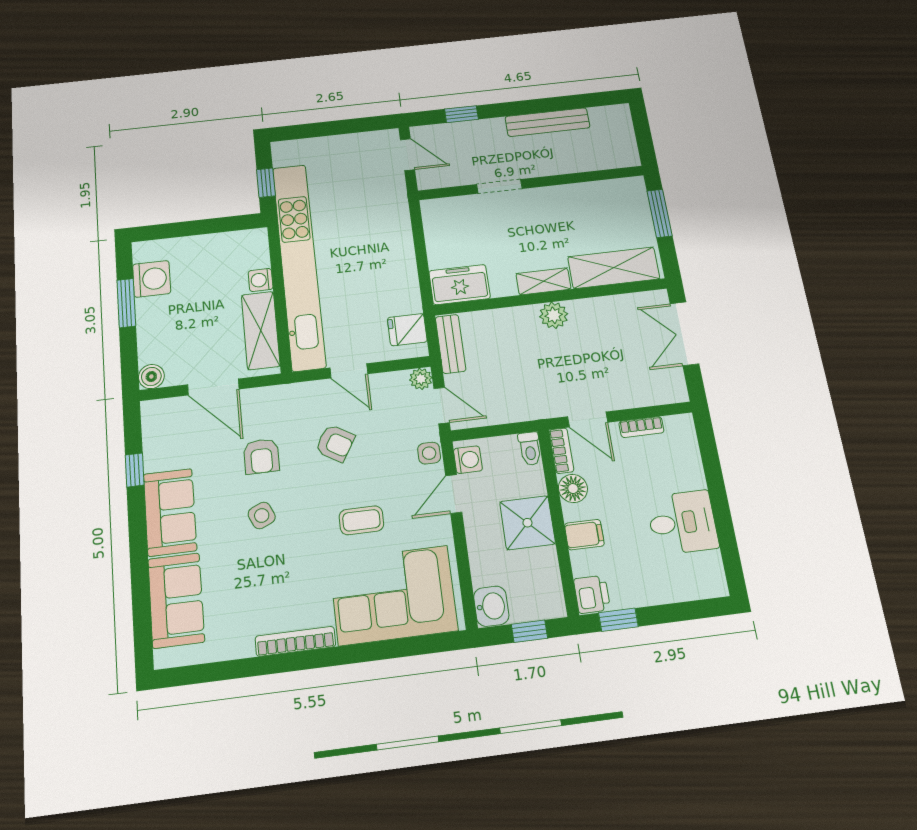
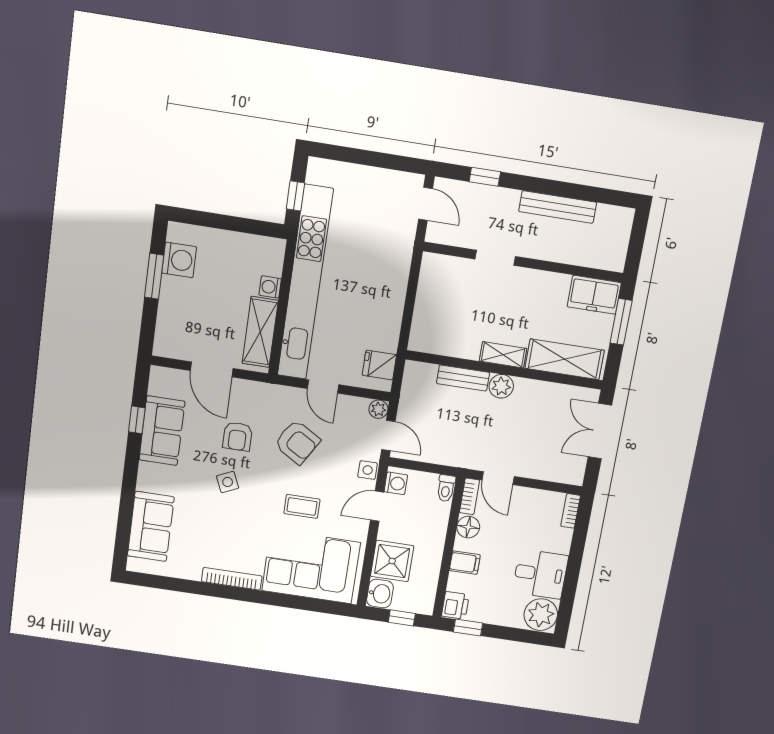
freezer: (460, 285) -> (594, 295), moved, turned 180
bench: (451, 344) -> (463, 378), moved, turned 90
boiler: (151, 377) -> (164, 347), removed
bookcase: (641, 427) -> (571, 511), moved, turned 90
armchair: (335, 443) -> (297, 442), width x1.38, depth x1.38
sofa: (170, 512) -> (162, 431), moved
shower: (527, 523) -> (392, 561), moved
plant: (703, 575) -> (541, 615), added

